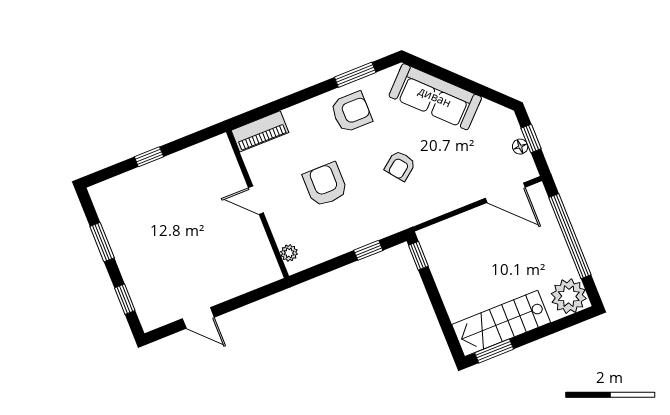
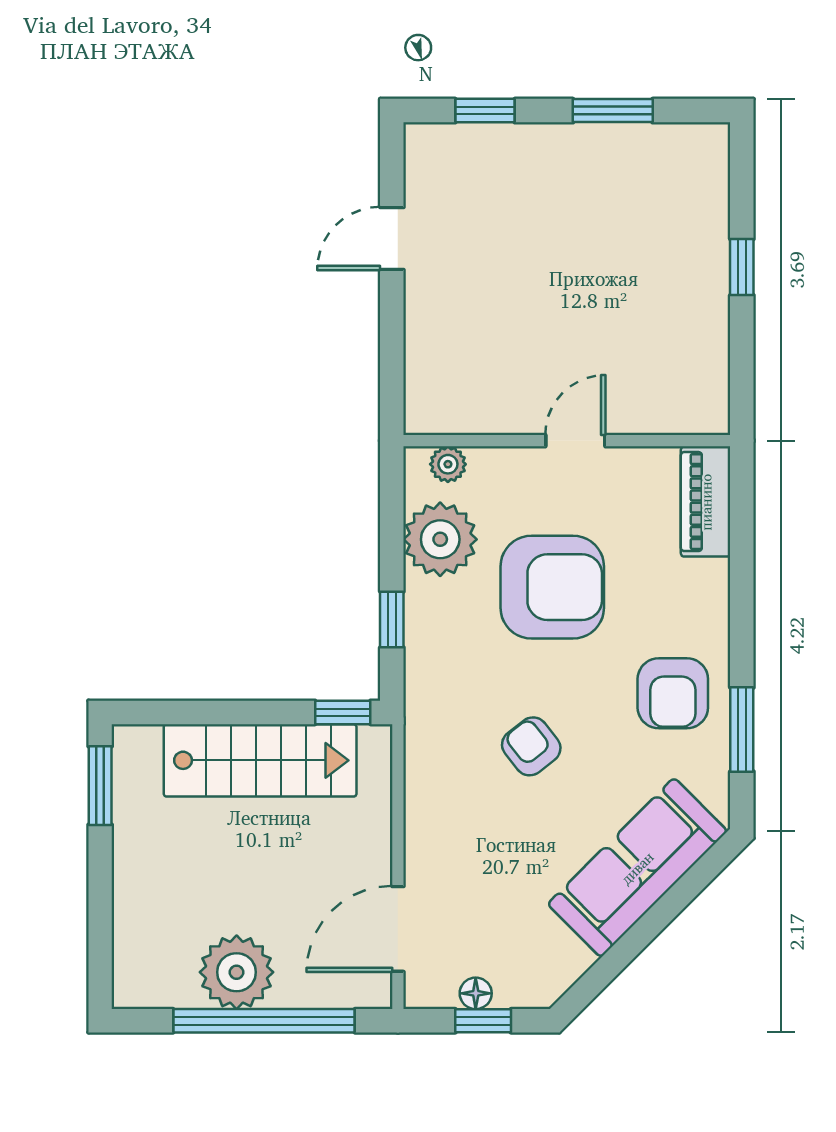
armchair: (325, 185) -> (552, 587), width x1.36, depth x1.36
plant: (324, 243) -> (440, 539), added
plant: (569, 296) -> (237, 972), moved
stairs: (501, 323) -> (260, 760), moved, turned 90

